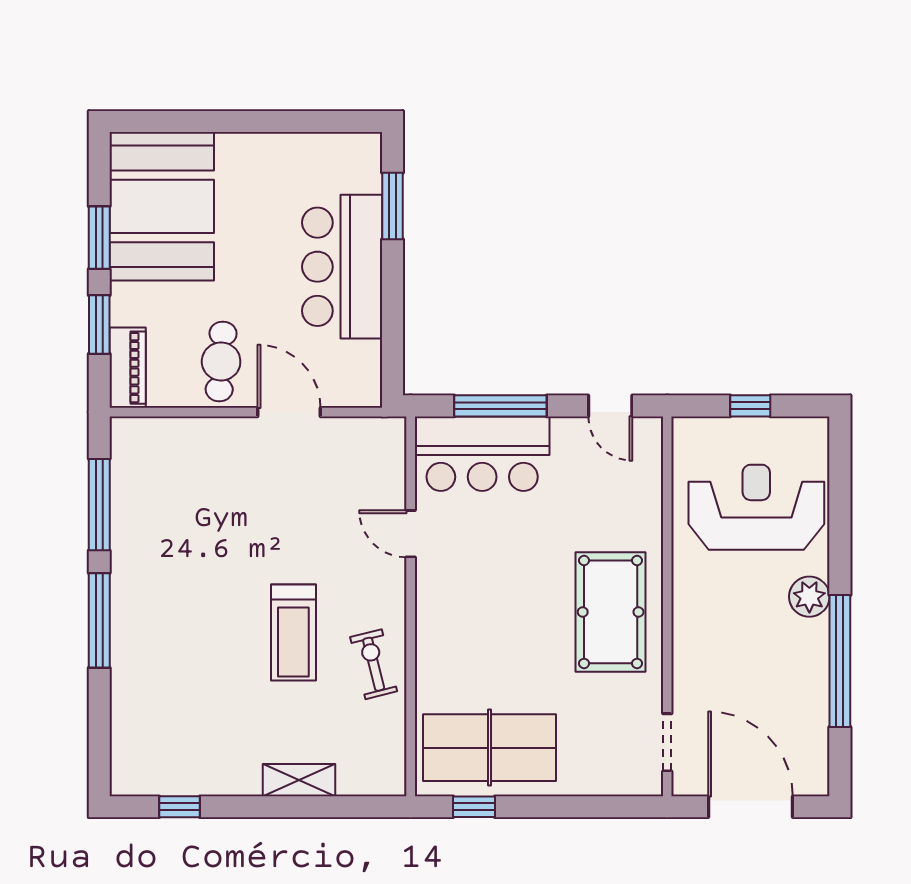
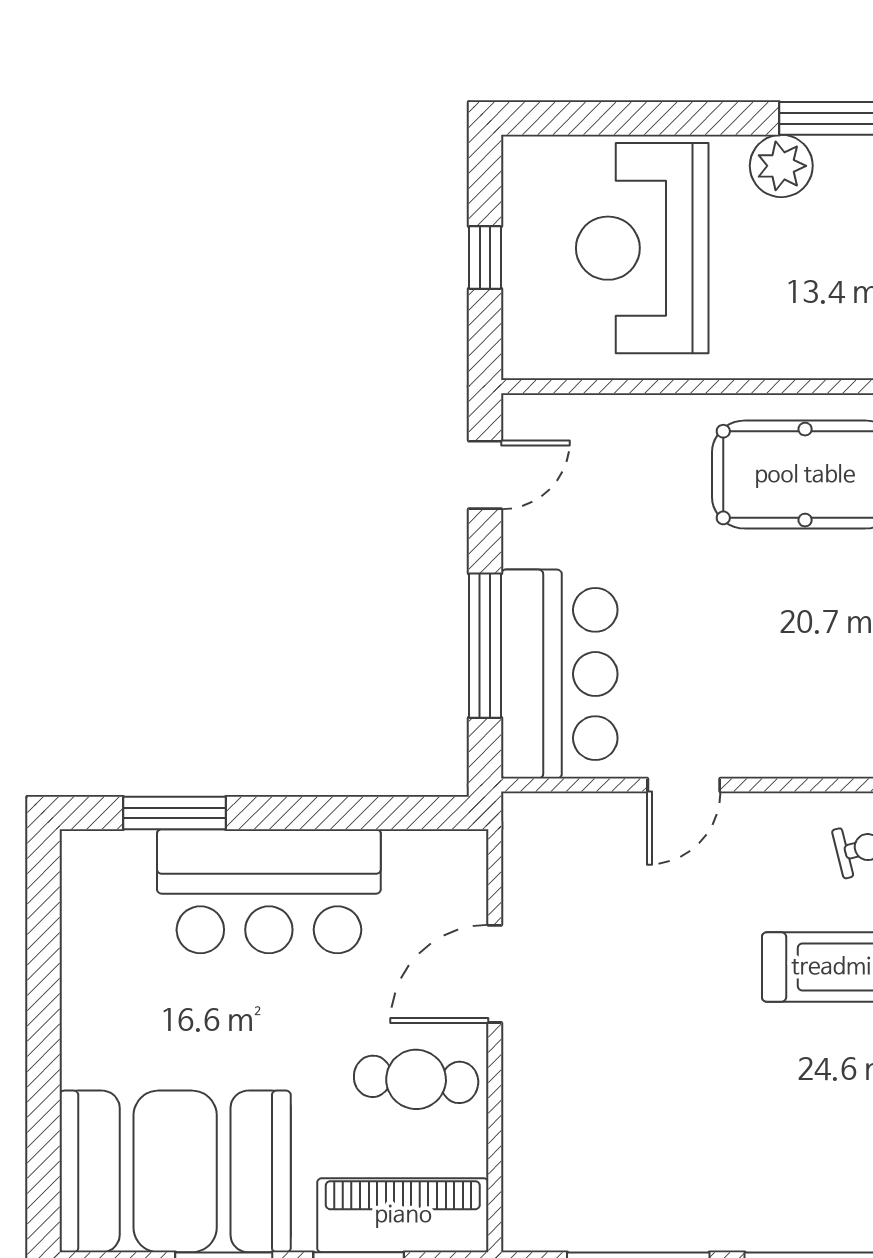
piano: (128, 368) -> (403, 1215), width x1.37, depth x1.33

